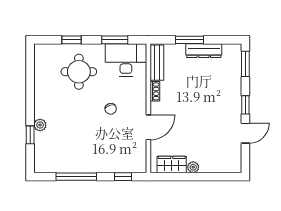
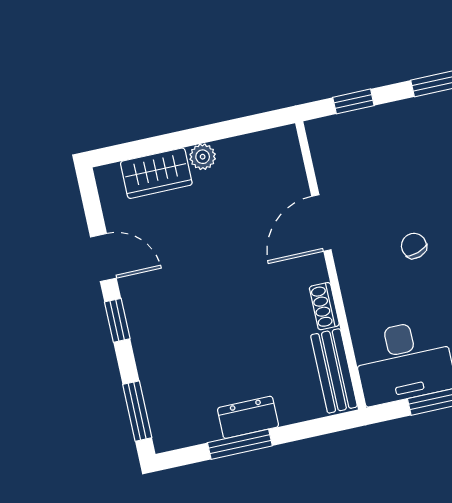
window: (190, 40) -> (240, 444), moved
dresser: (204, 51) -> (248, 417), width x0.70
door: (245, 133) -> (103, 258), swing flipped
wardrobe: (172, 164) -> (156, 173), moved

